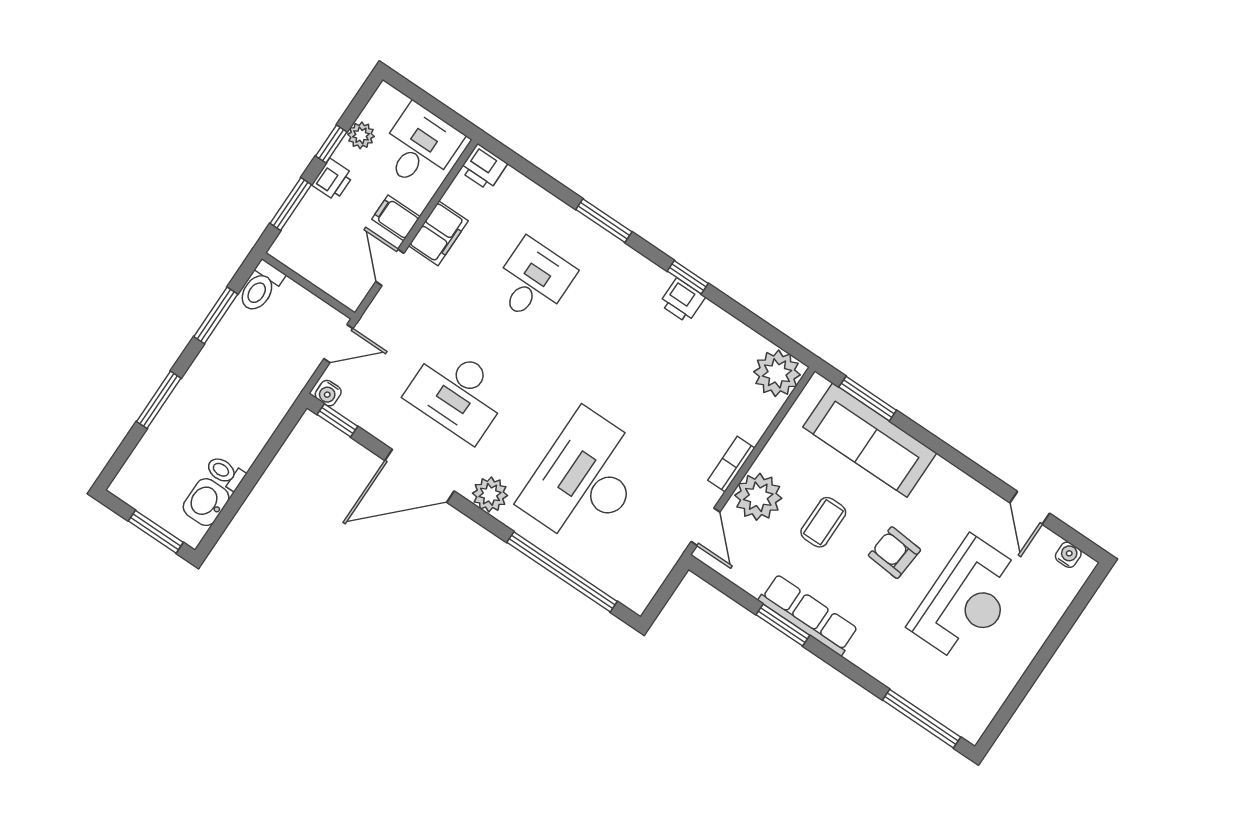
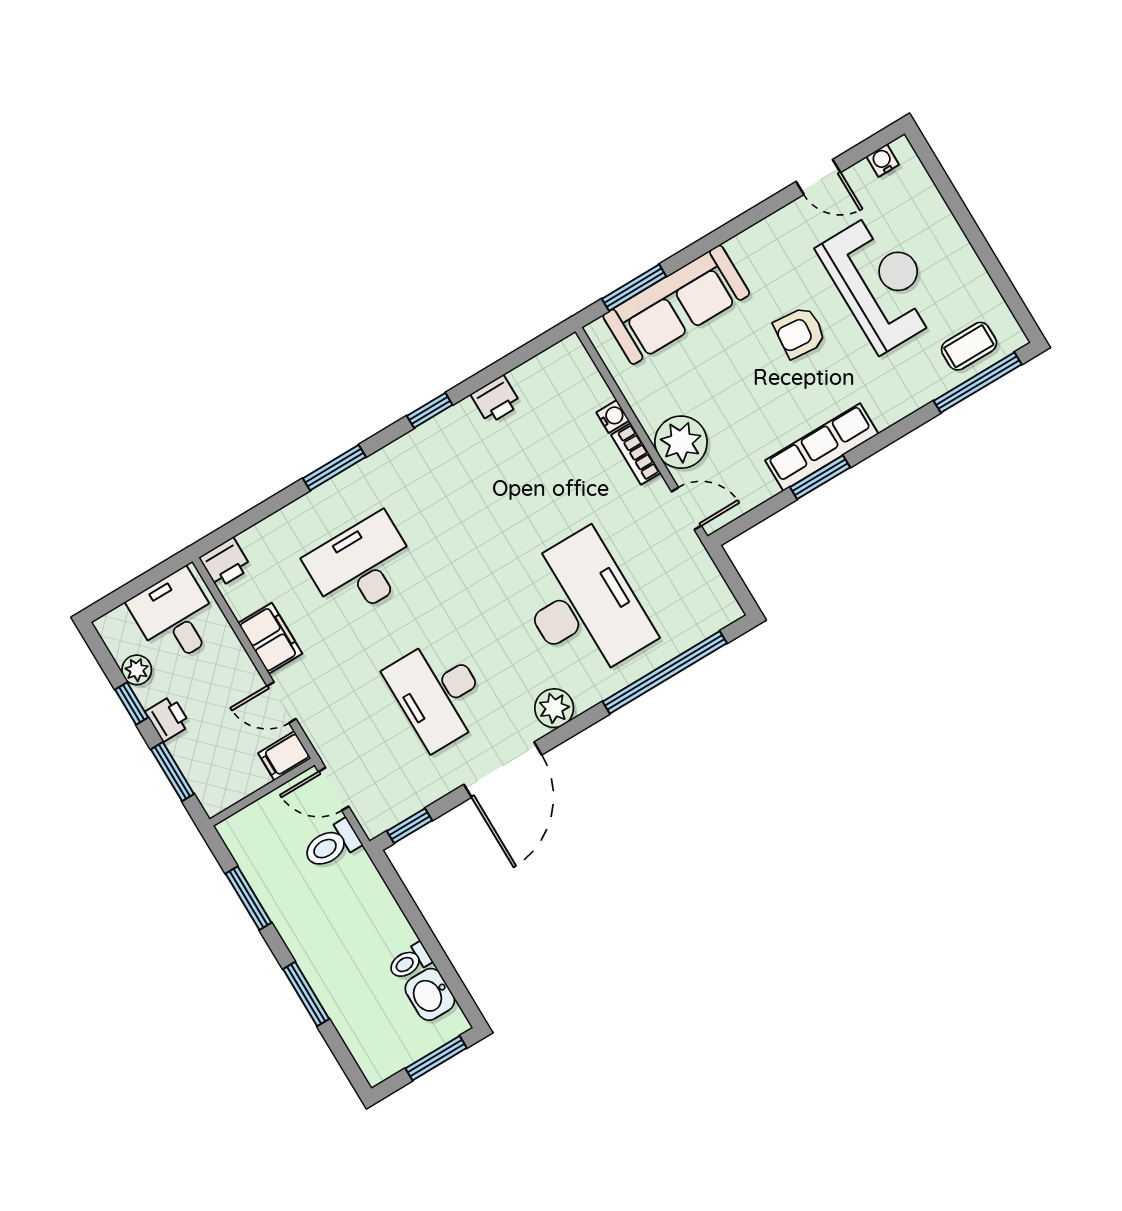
filing cabinet: (396, 218) -> (285, 756), moved
desk: (533, 281) -> (362, 566), width x1.37
toilet: (261, 287) -> (332, 845), moved, turned 90
printer: (682, 301) -> (496, 399), moved
door: (338, 344) -> (334, 789), swing flipped
plant: (777, 373) -> (567, 366), removed
water cooler: (328, 393) -> (613, 416), moved, turned -90
desk: (458, 393) -> (438, 693), turned 90
desk: (585, 479) -> (583, 606), turned 180
coffee table: (823, 522) -> (969, 346), moved, turned 90

